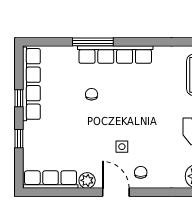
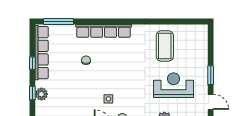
window: (93, 42) -> (59, 22), moved
plant: (31, 140) -> (41, 94), added

